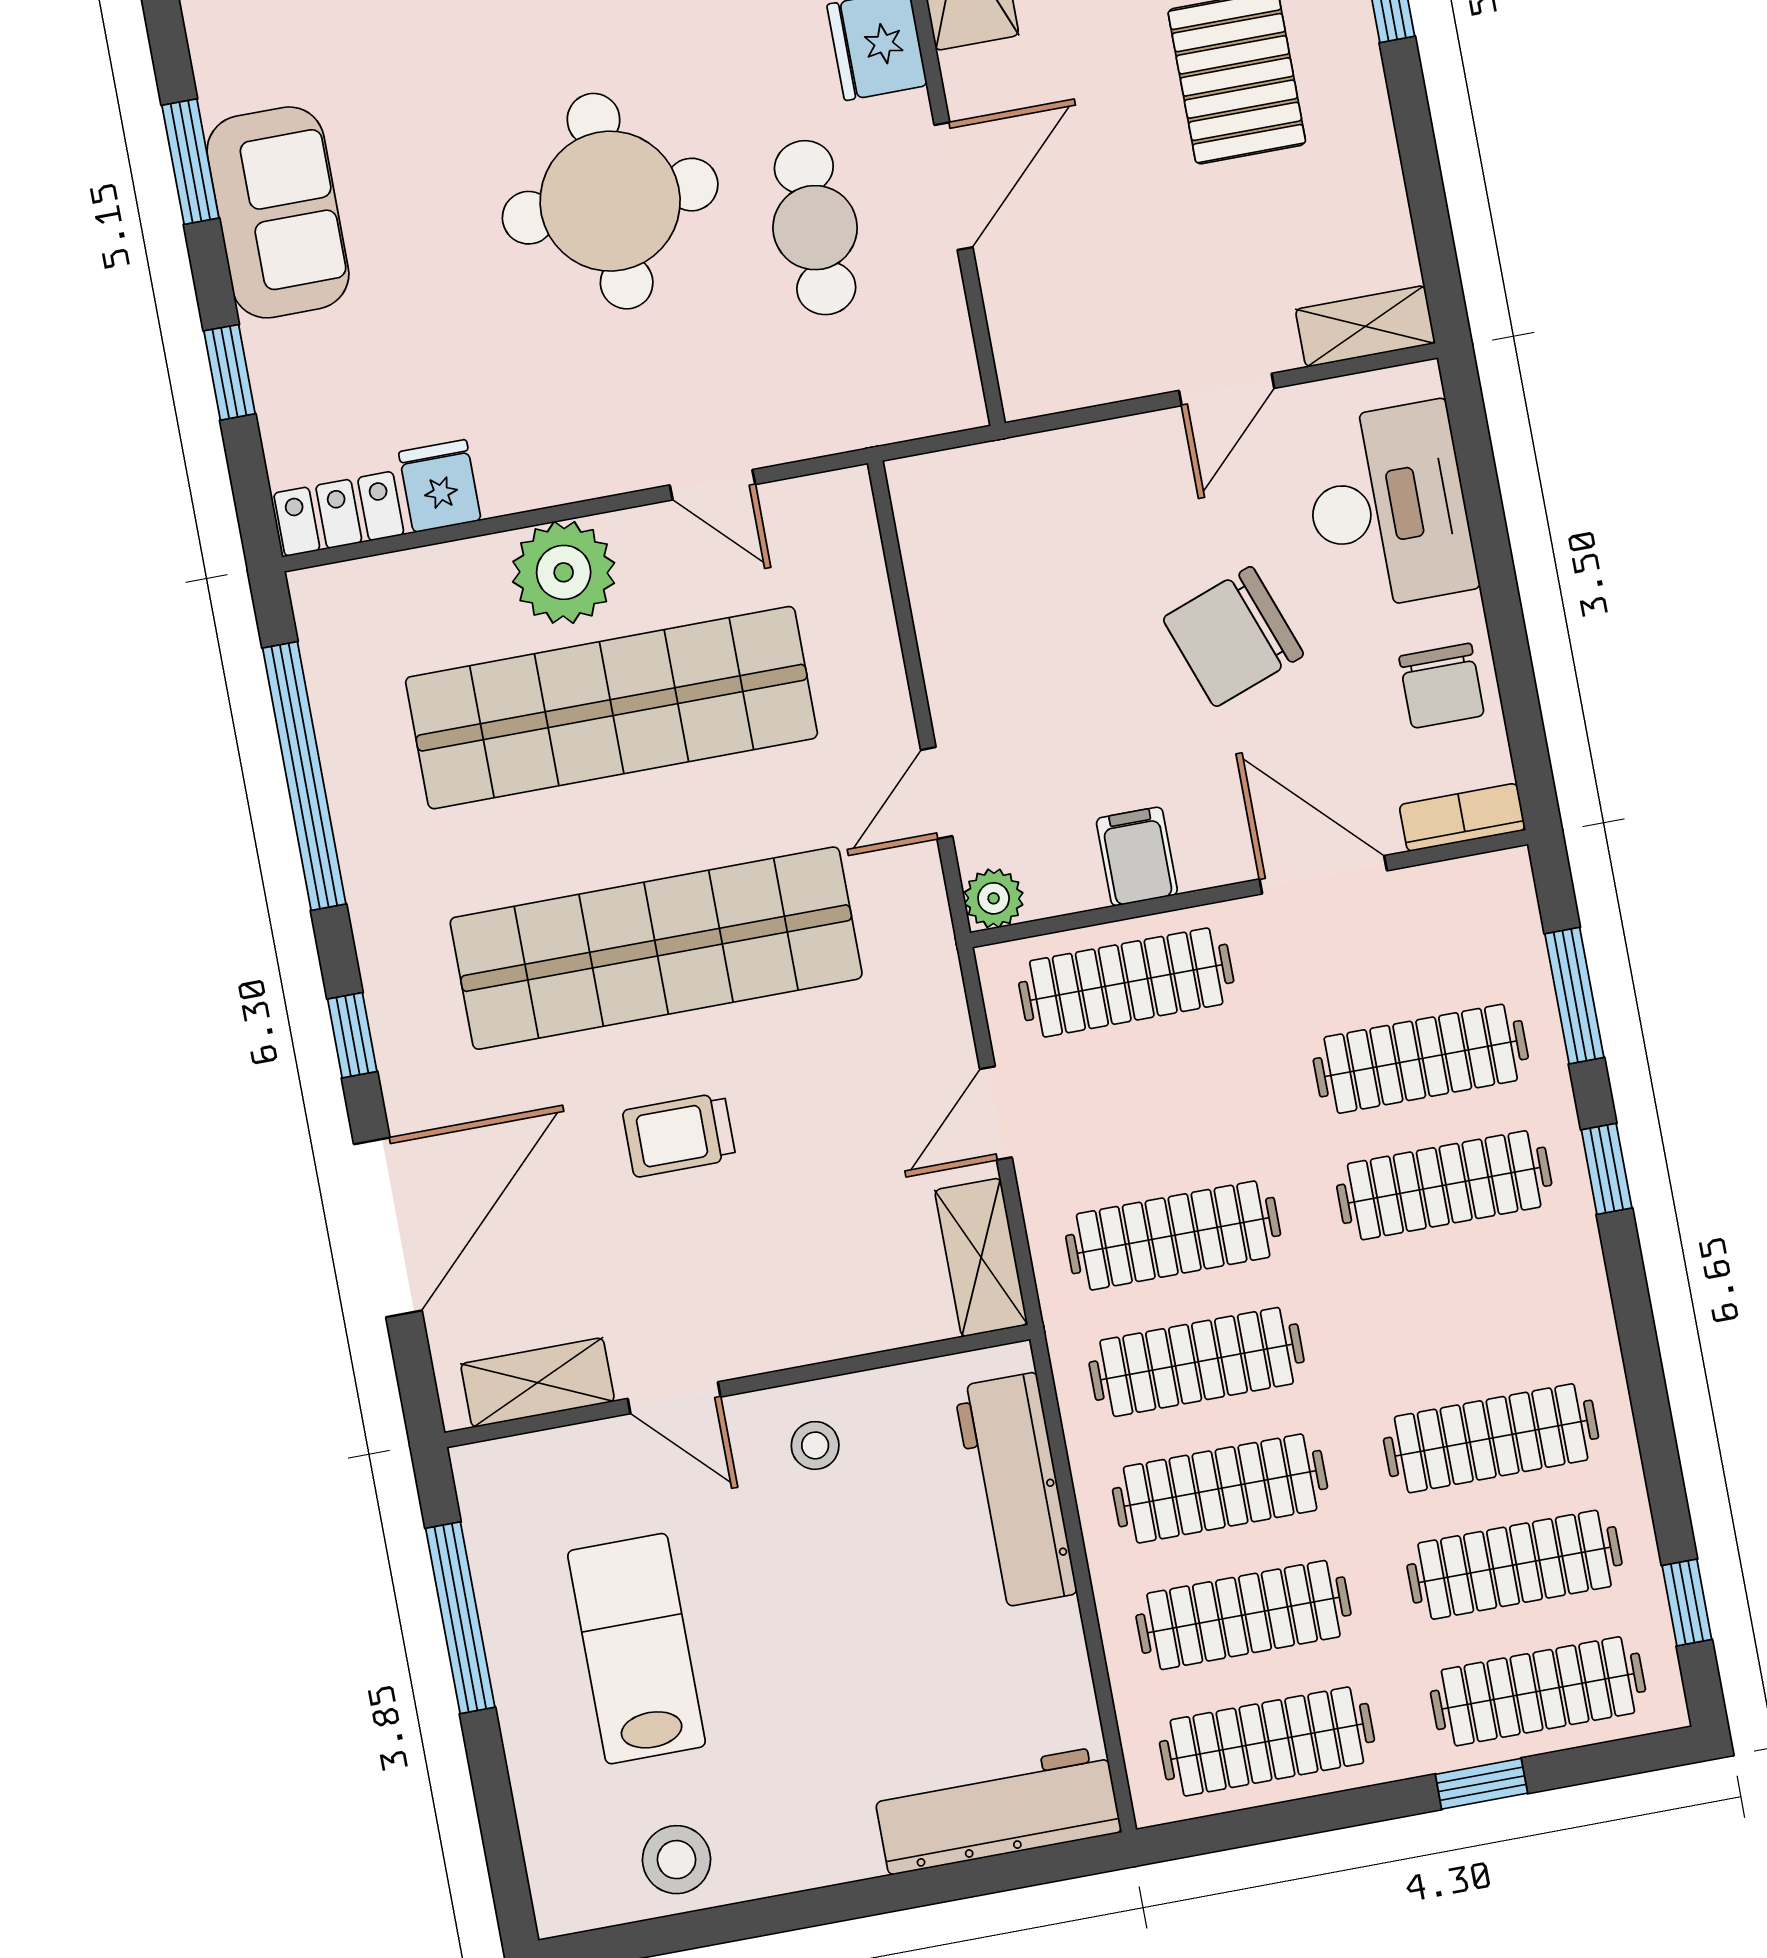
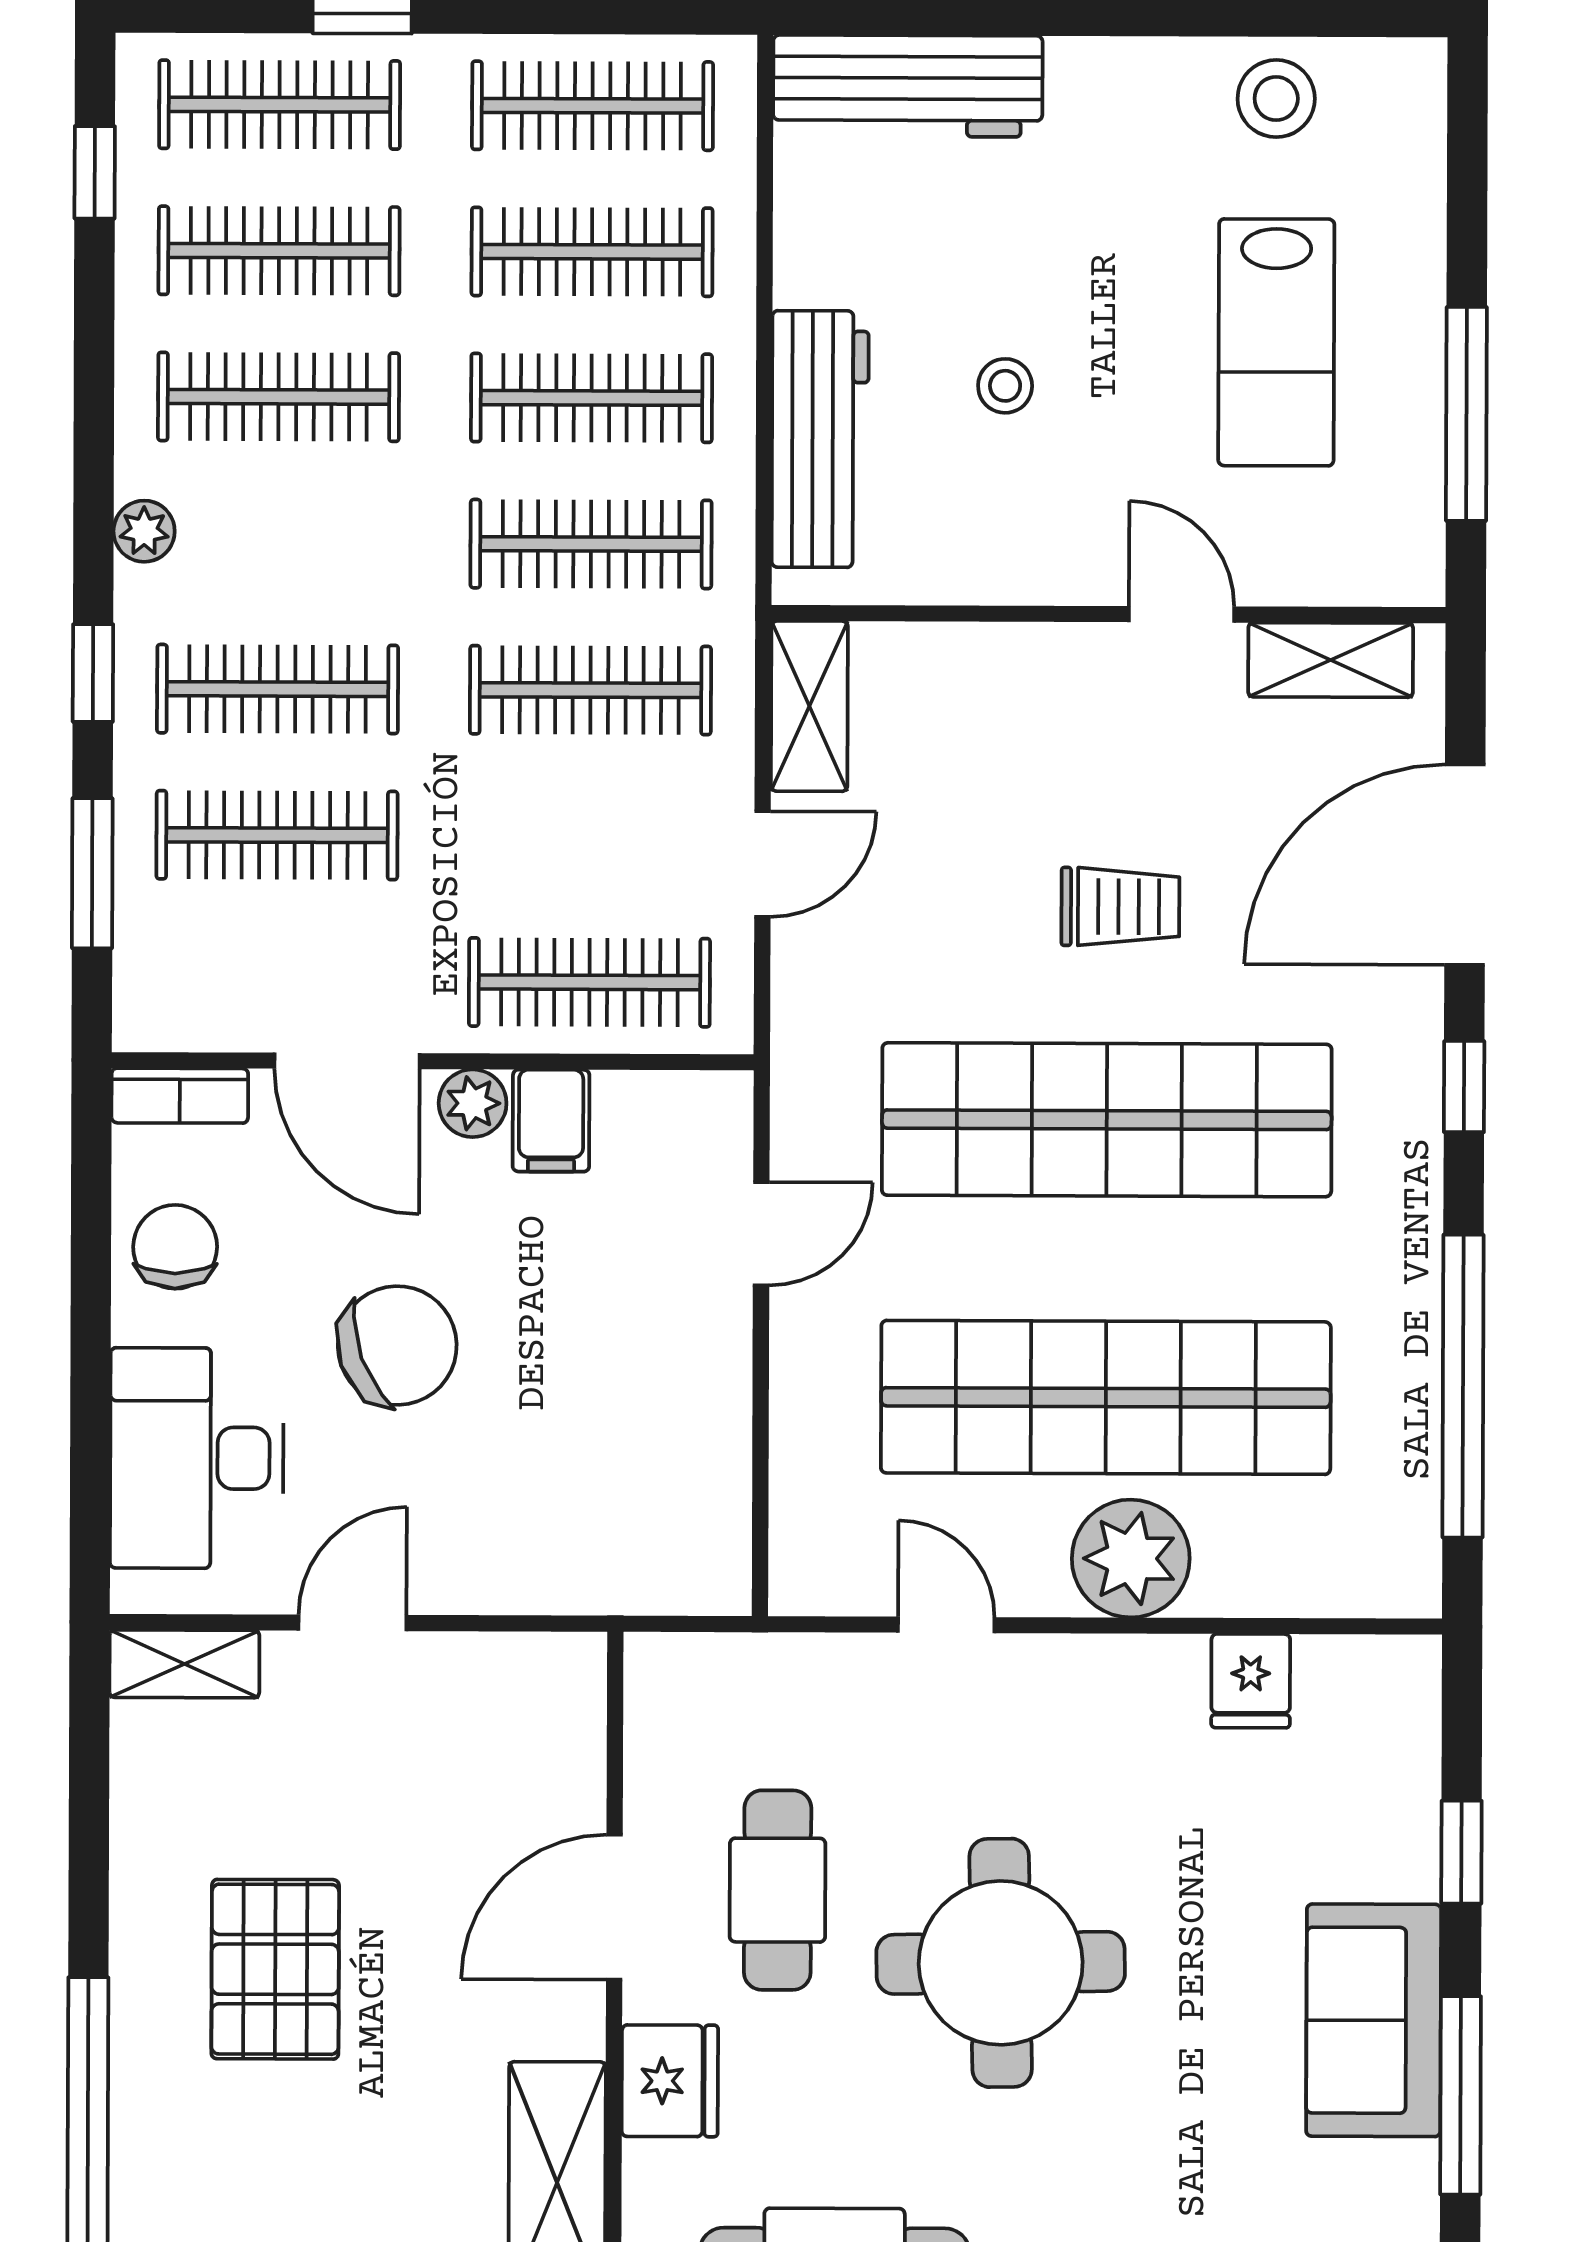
window: (190, 162) -> (1461, 2095), width x1.44
locker: (339, 514) -> (1369, 1671), removed
plant: (994, 898) -> (473, 1103), moved
plant: (1585, 1300) -> (144, 531), added
stool: (815, 1445) -> (1005, 386), moved

